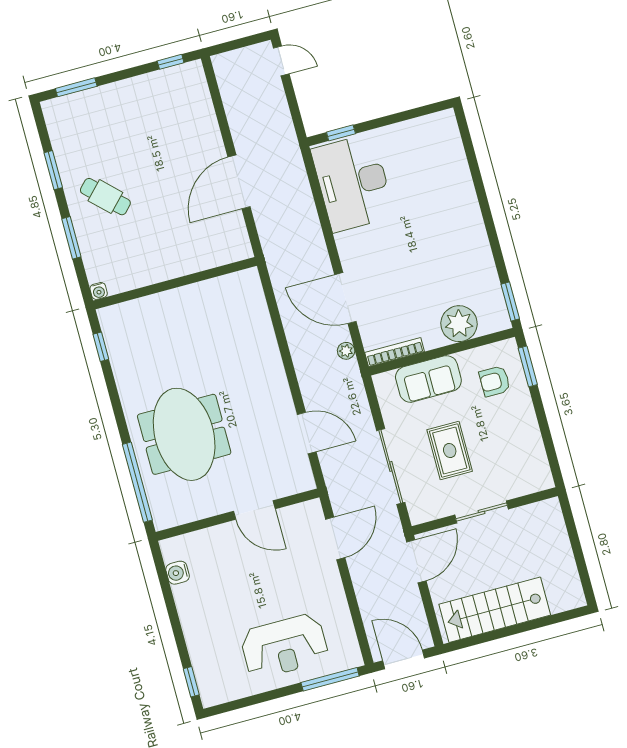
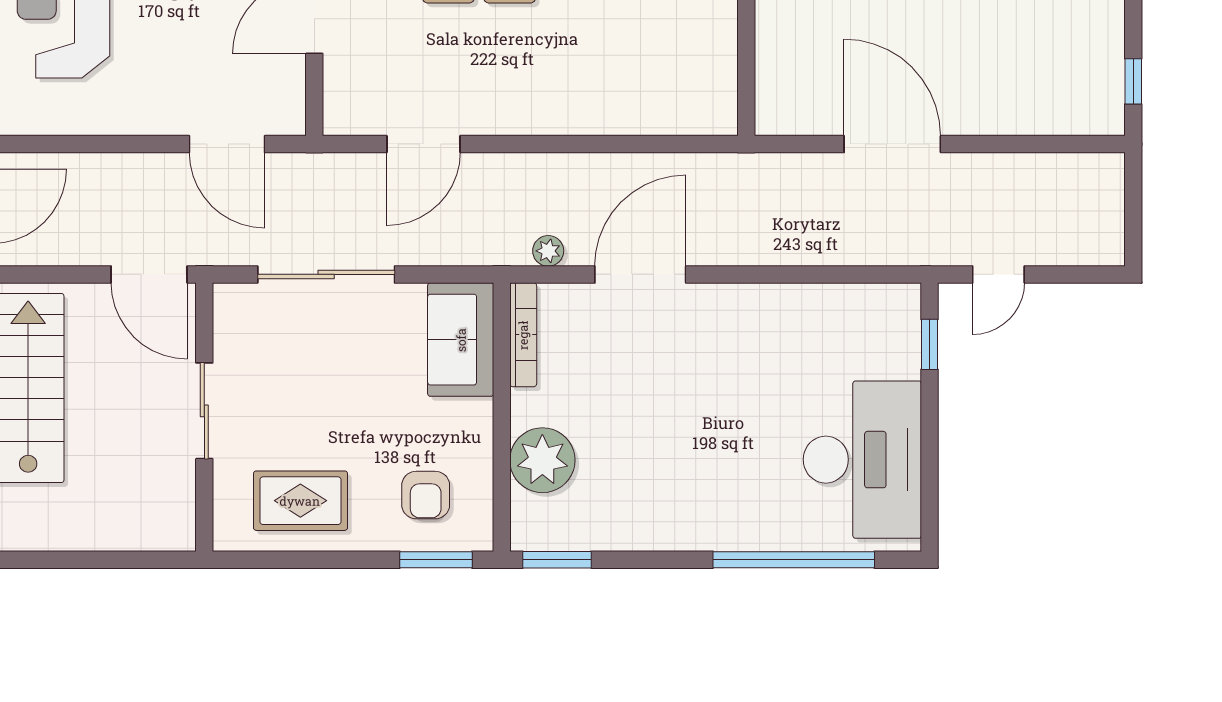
door: (281, 61) -> (998, 274), moved
window: (476, 175) -> (794, 560), added
desk: (353, 183) -> (862, 460), moved, turned 90
sofa: (428, 379) -> (461, 340), moved
armchair: (495, 381) -> (426, 495), turned 180
rug: (450, 450) -> (300, 501), moved

